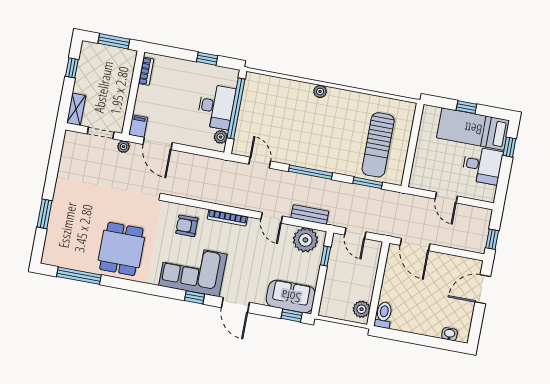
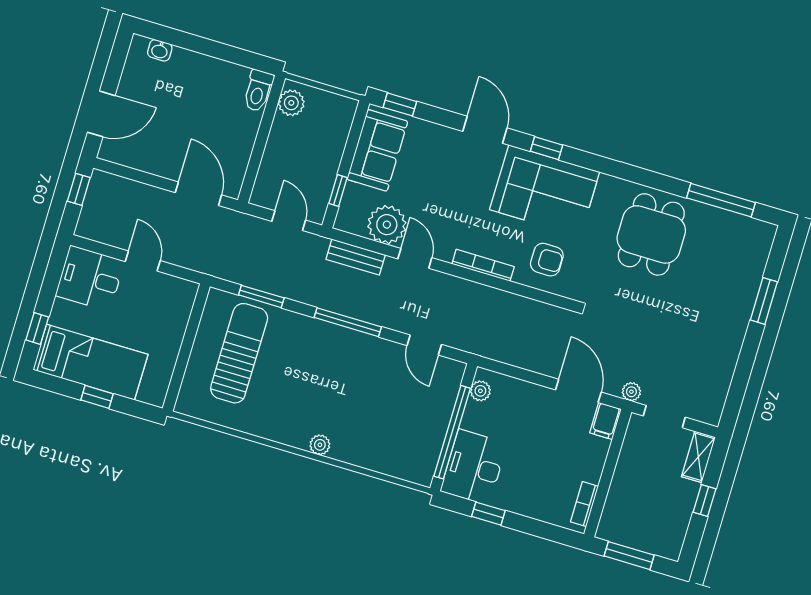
window: (72, 68) -> (704, 500), moved
desk: (216, 107) -> (474, 467), moved
desk: (482, 165) -> (90, 278), moved
plant: (305, 240) -> (387, 225), moved
sofa: (291, 297) -> (377, 150), moved, turned -90

